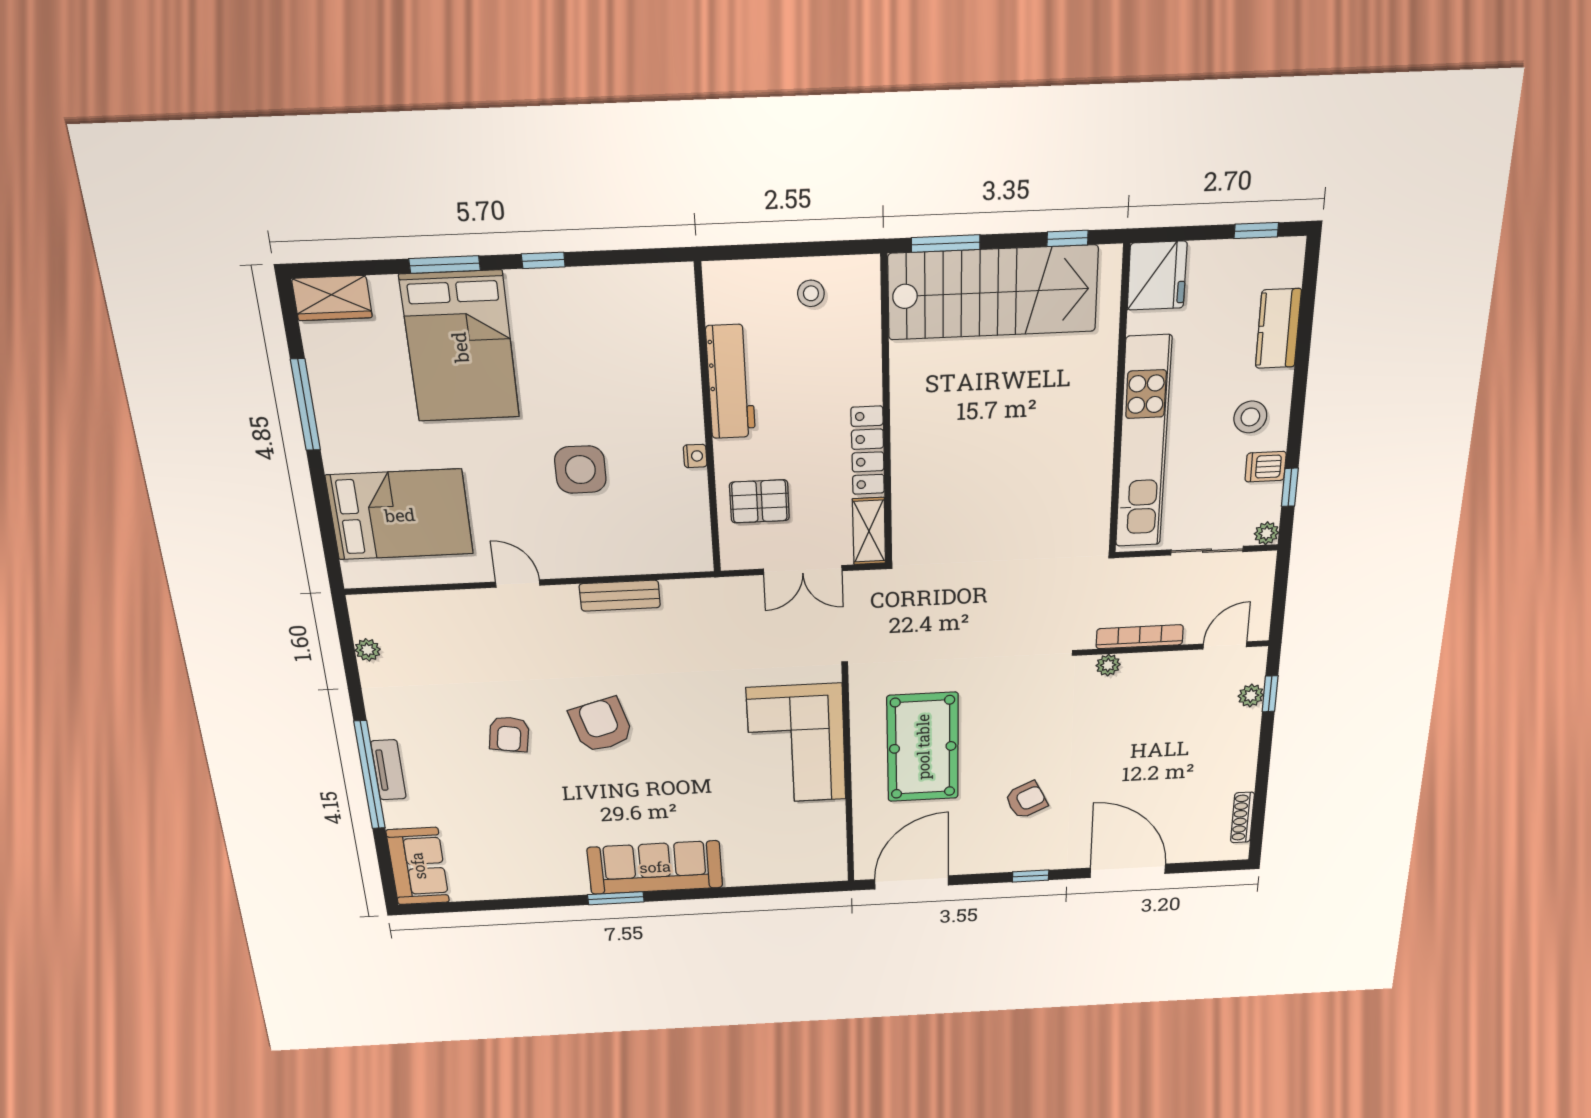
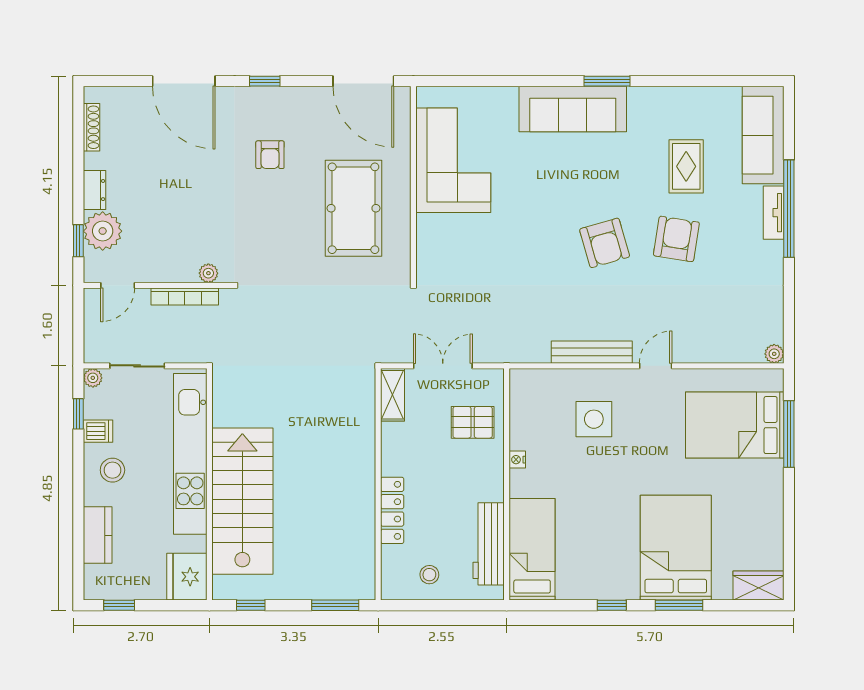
stairs: (993, 293) -> (242, 501), moved, turned 90
bed: (666, 335) -> (532, 549), added
workbench: (731, 382) -> (489, 544), moved
window: (306, 405) -> (789, 434), moved
locker: (868, 451) -> (392, 510), moved
side table: (580, 470) -> (594, 419), moved
door: (518, 584) -> (656, 366), swing flipped
bench: (620, 596) -> (592, 352), width x1.36
plant: (368, 650) -> (774, 354), moved
plant: (1251, 696) -> (103, 231), width x1.88, depth x1.88
armchair: (509, 734) -> (676, 239), width x1.38, depth x1.38
corner sofa: (797, 744) -> (453, 160), moved
dresser: (1245, 751) -> (94, 190), added
armchair: (1026, 800) -> (270, 155), turned -64
rug: (507, 814) -> (686, 166), added
sofa: (418, 866) -> (763, 135), width x1.36
door: (912, 882) -> (363, 81), hinge flipped

